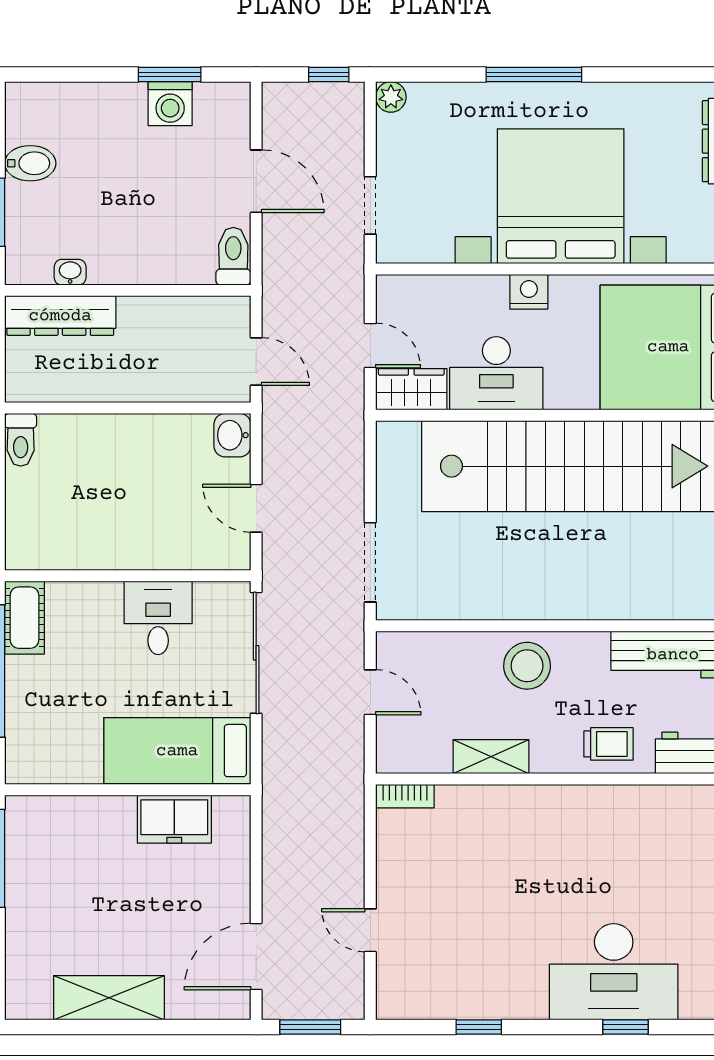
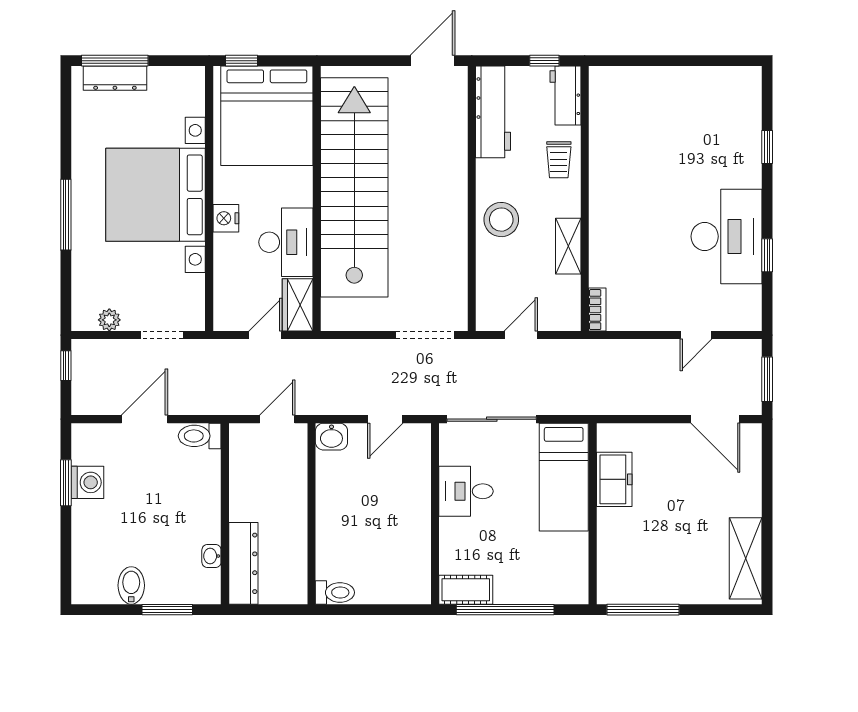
plant: (391, 97) -> (109, 320), moved
trolley: (608, 744) -> (559, 160), turned 180
desk: (614, 972) -> (727, 236), moved
shelving: (109, 998) -> (746, 558), moved

